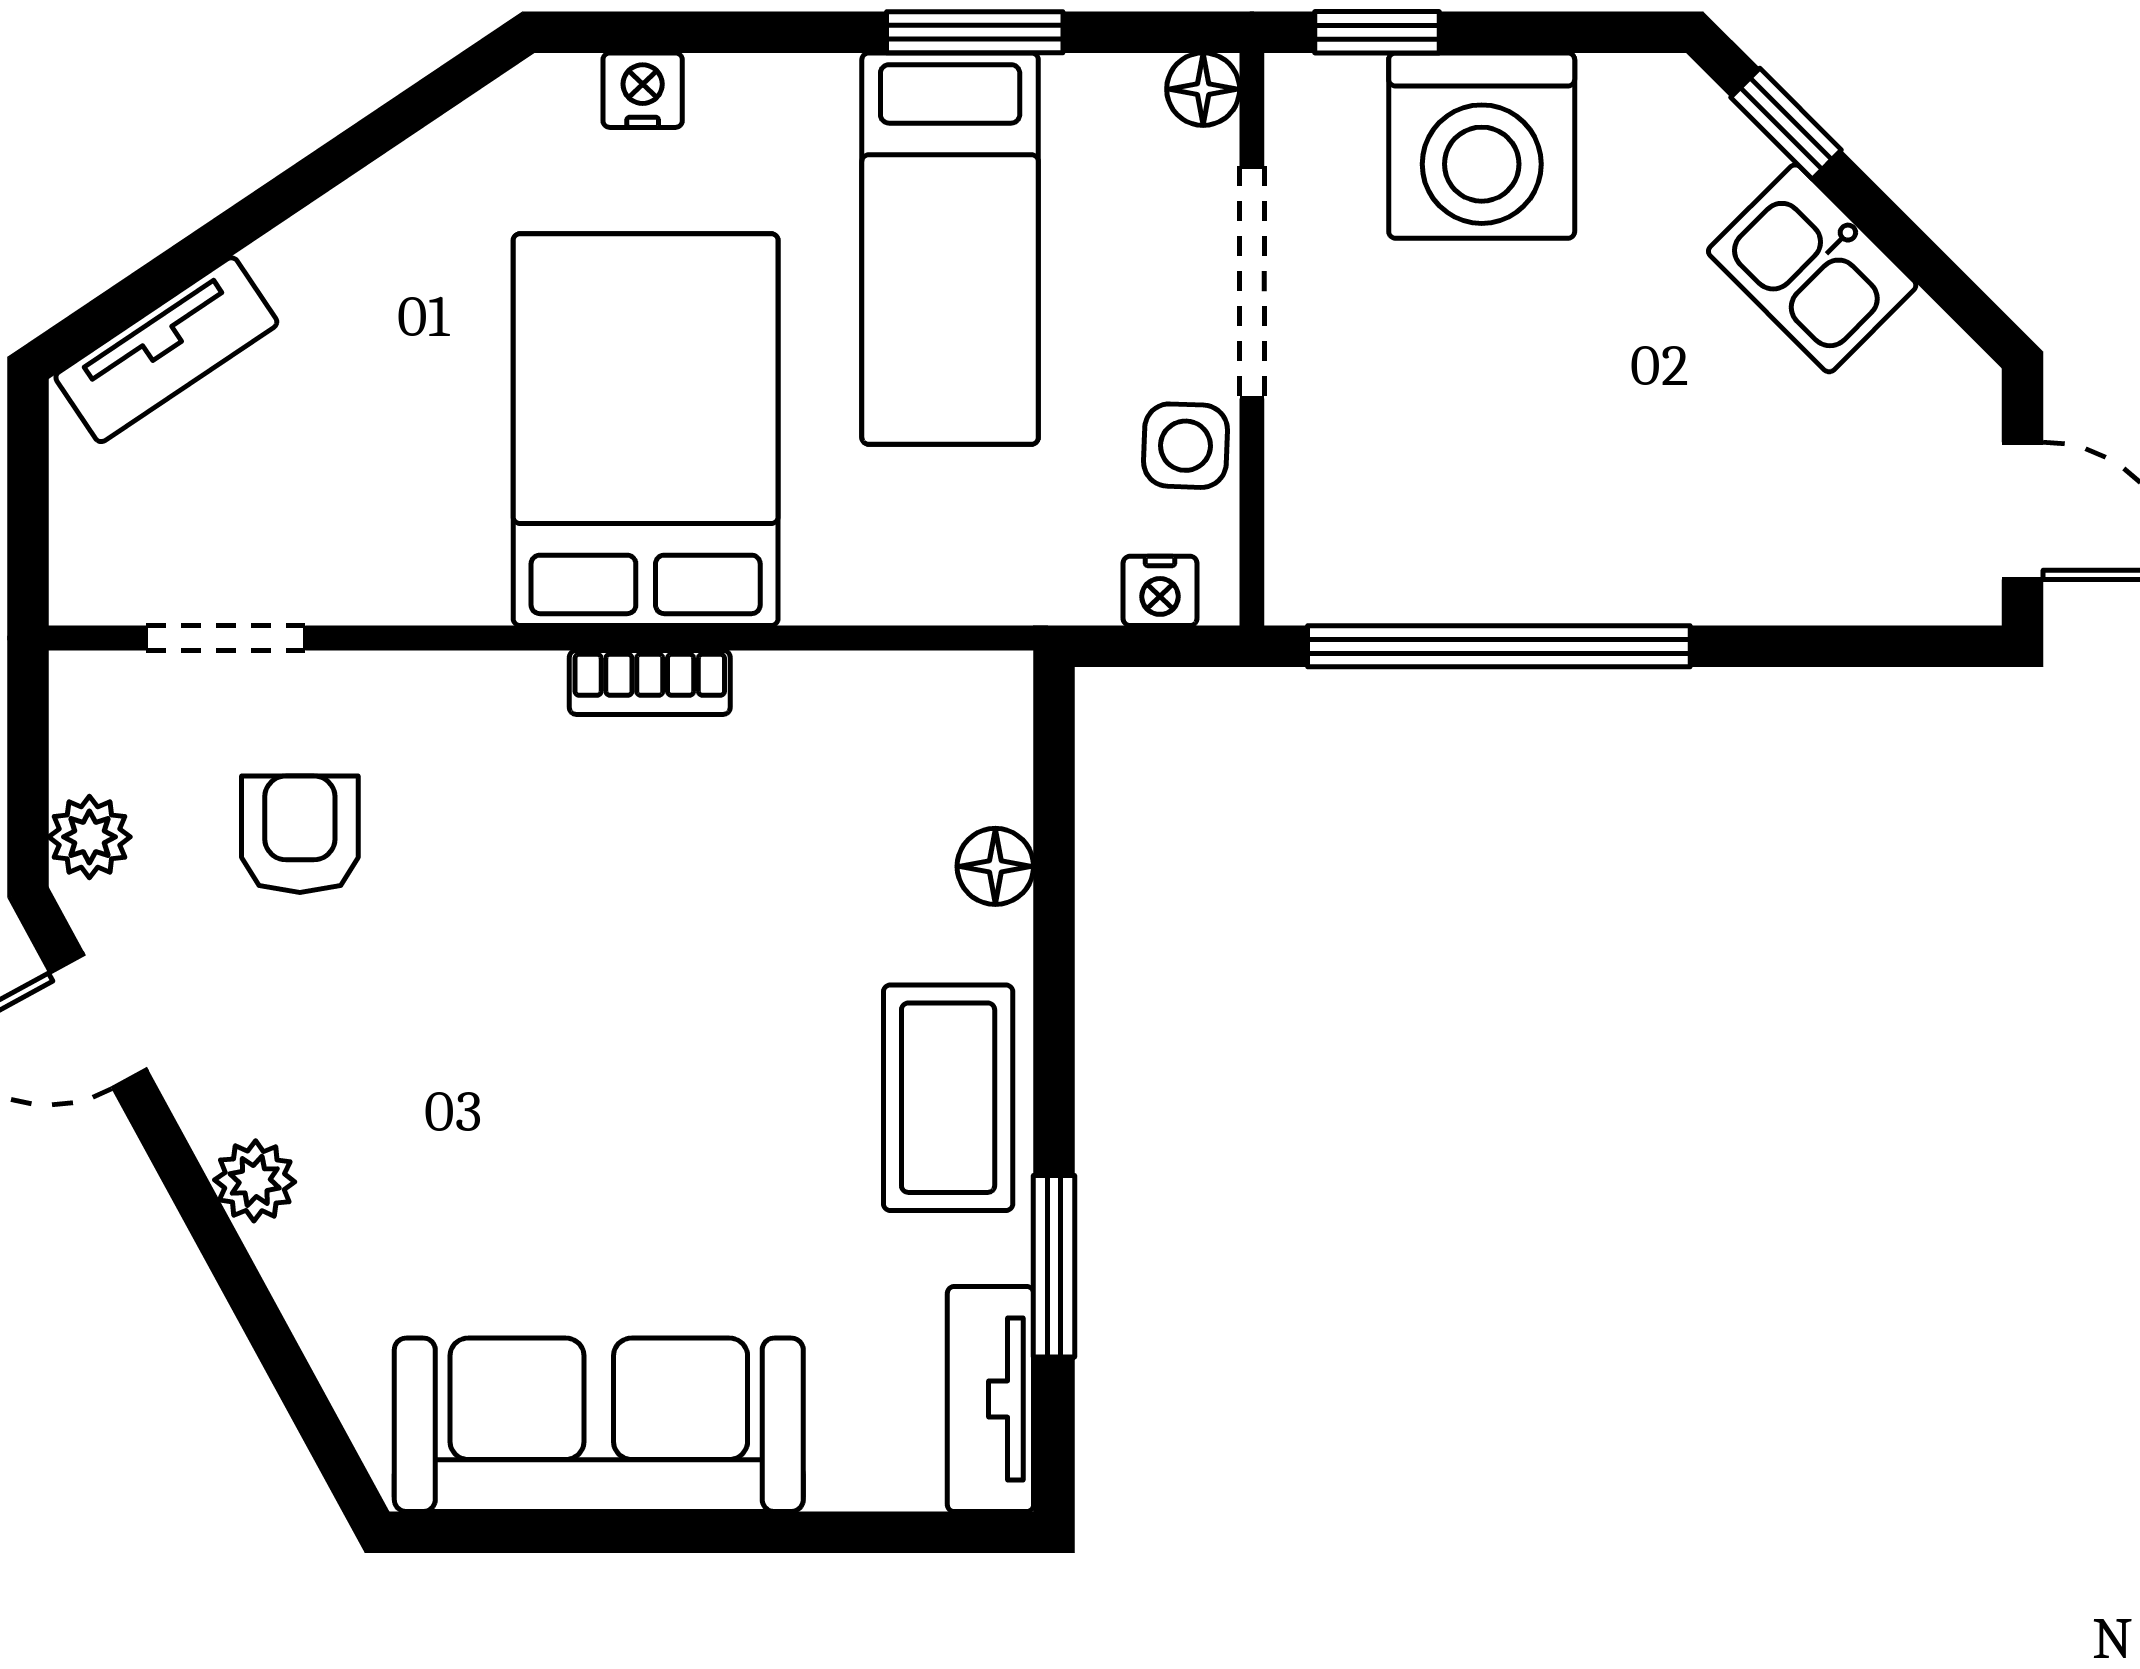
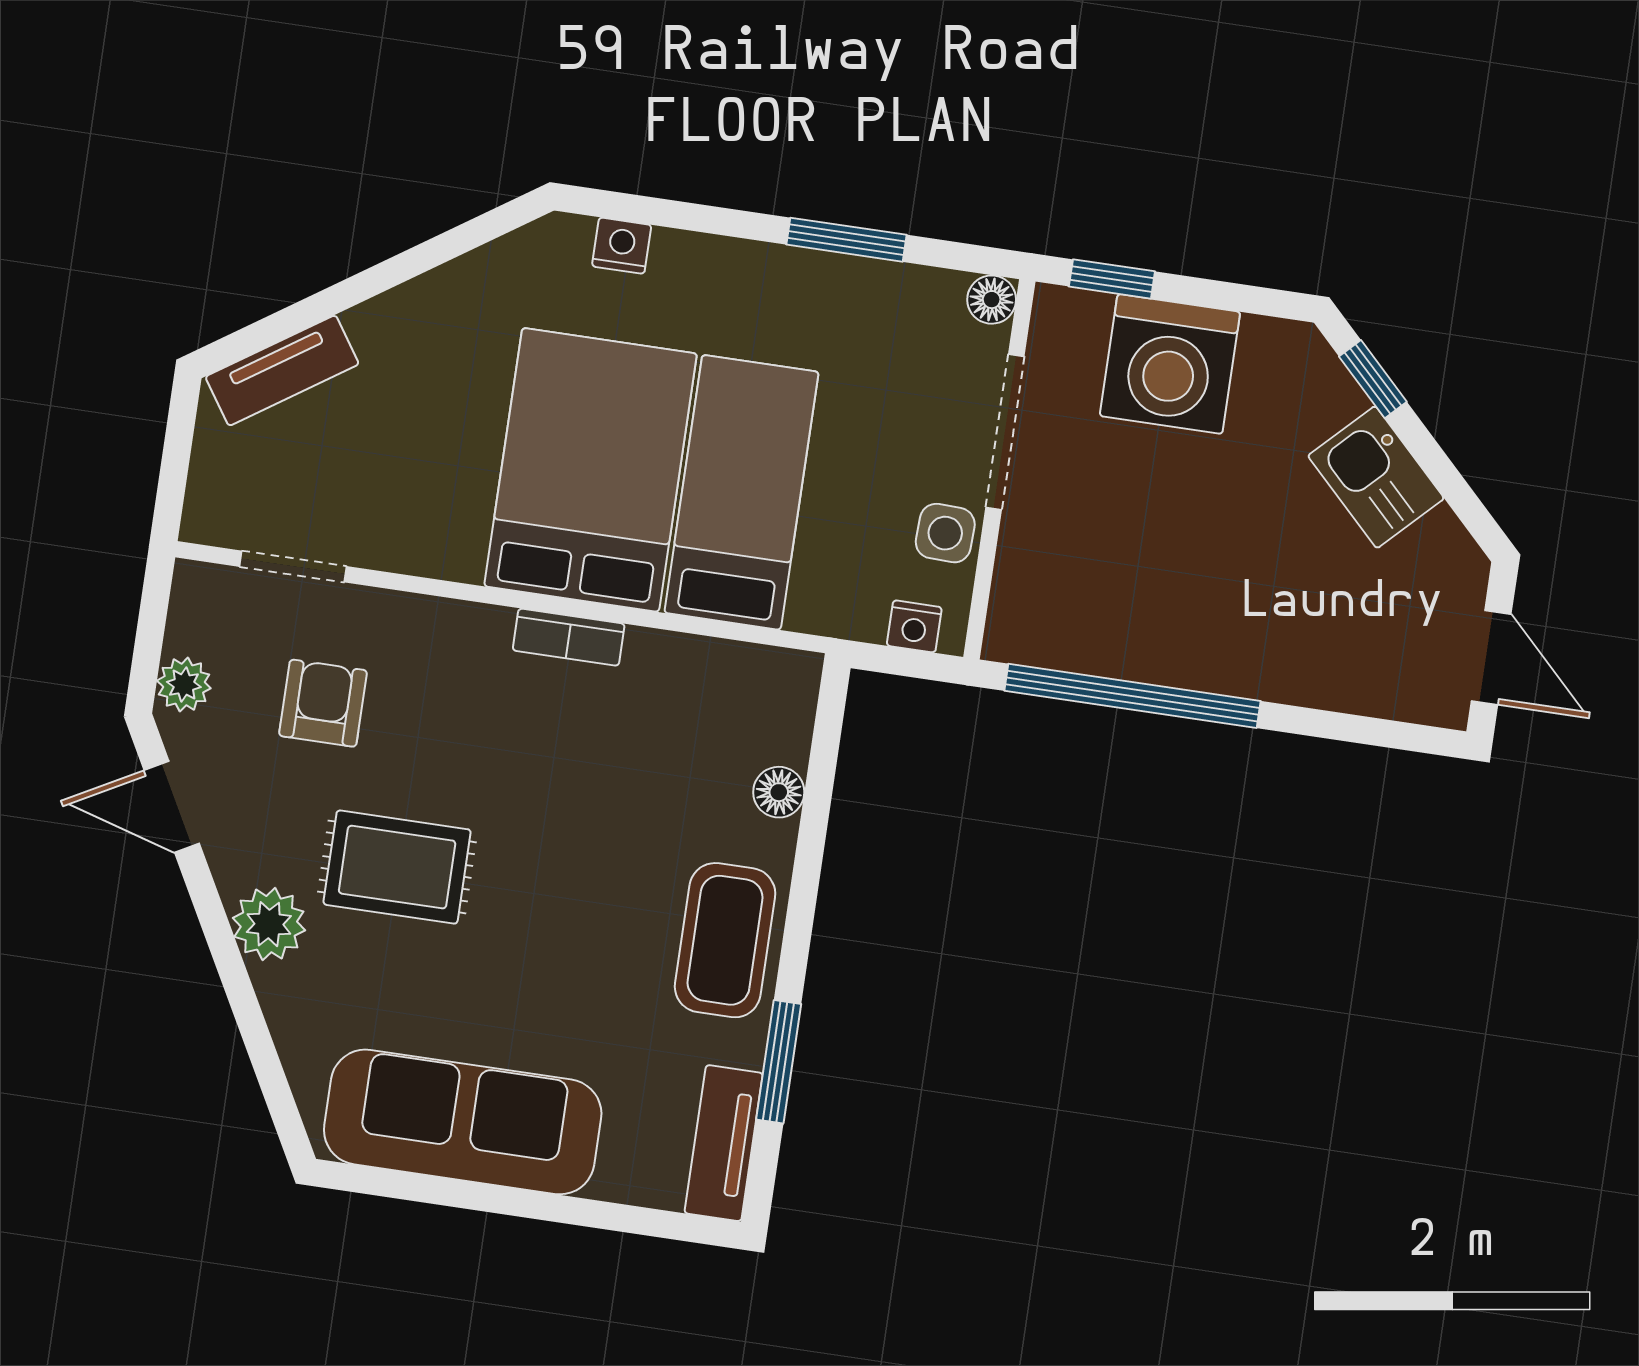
bed: (950, 249) -> (741, 492), moved, turned 180
rug: (446, 1061) -> (397, 867), added
plant: (255, 1181) -> (269, 924), width x1.38, depth x1.38

